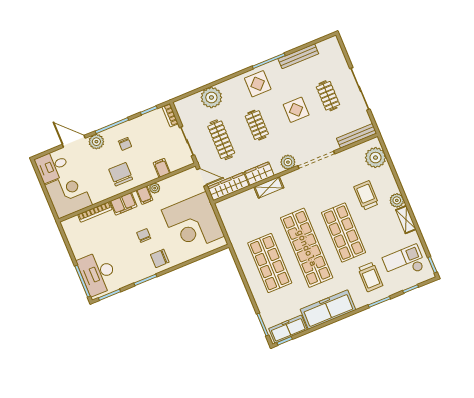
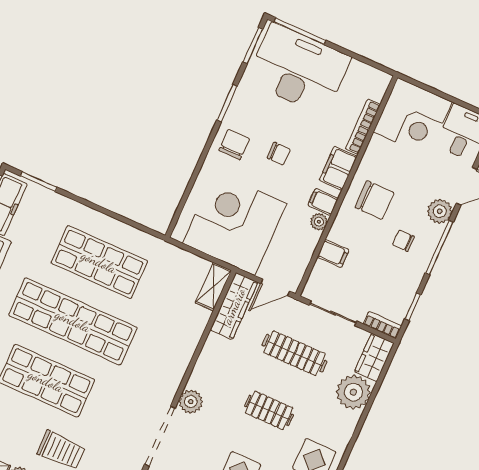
wardrobe: (259, 174) -> (374, 357), moved, turned 180
shelving: (269, 187) -> (213, 287), moved
desk: (98, 273) -> (299, 69), width x1.36, depth x1.30

